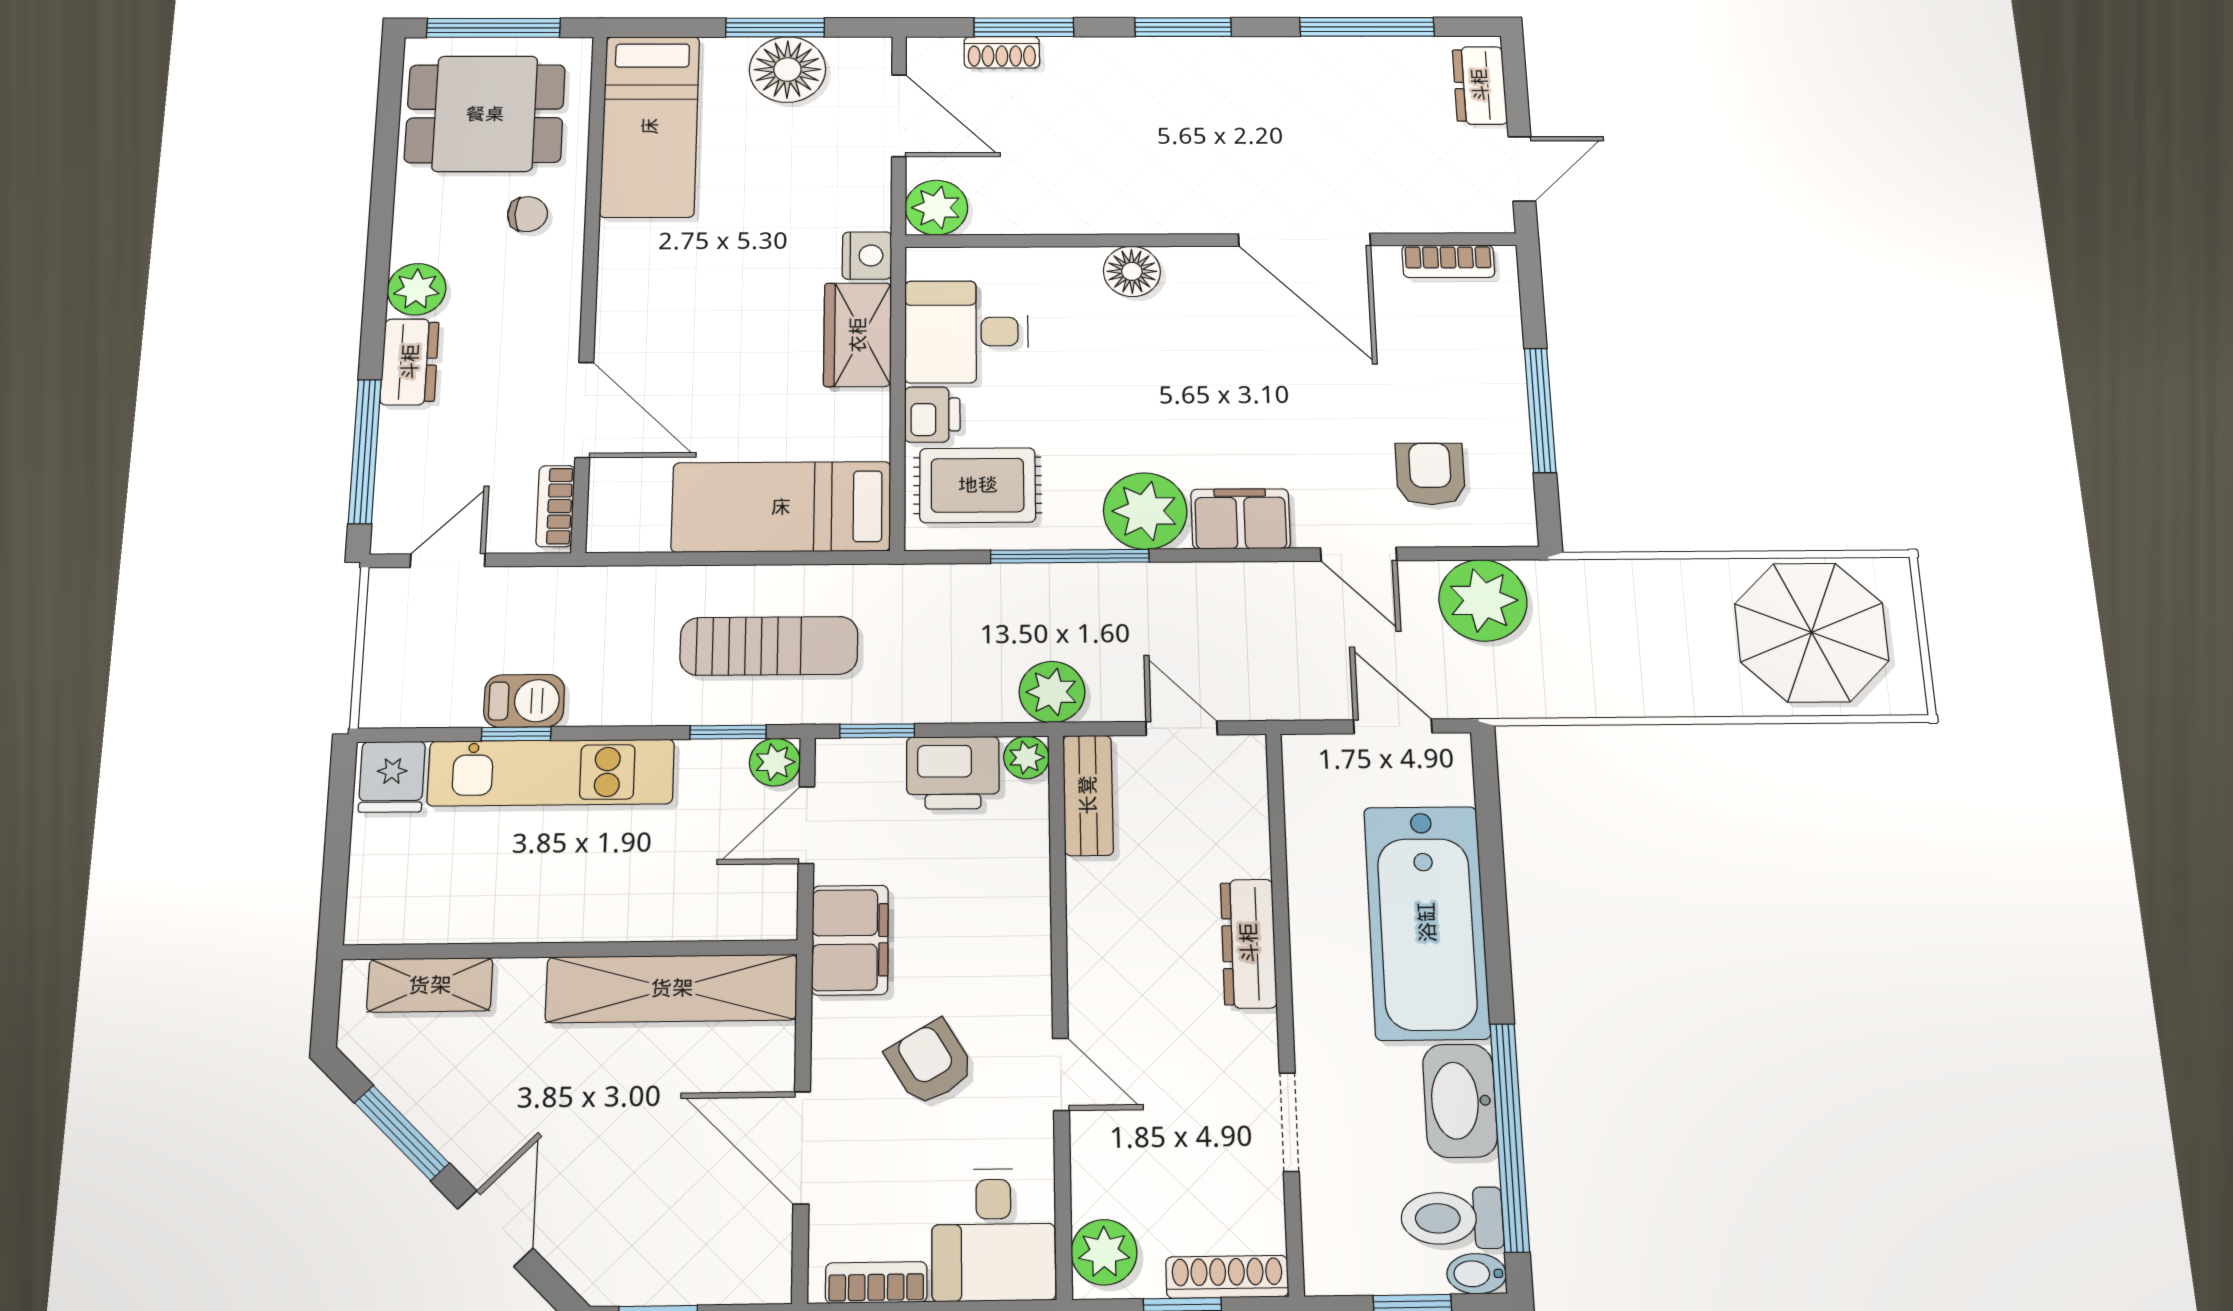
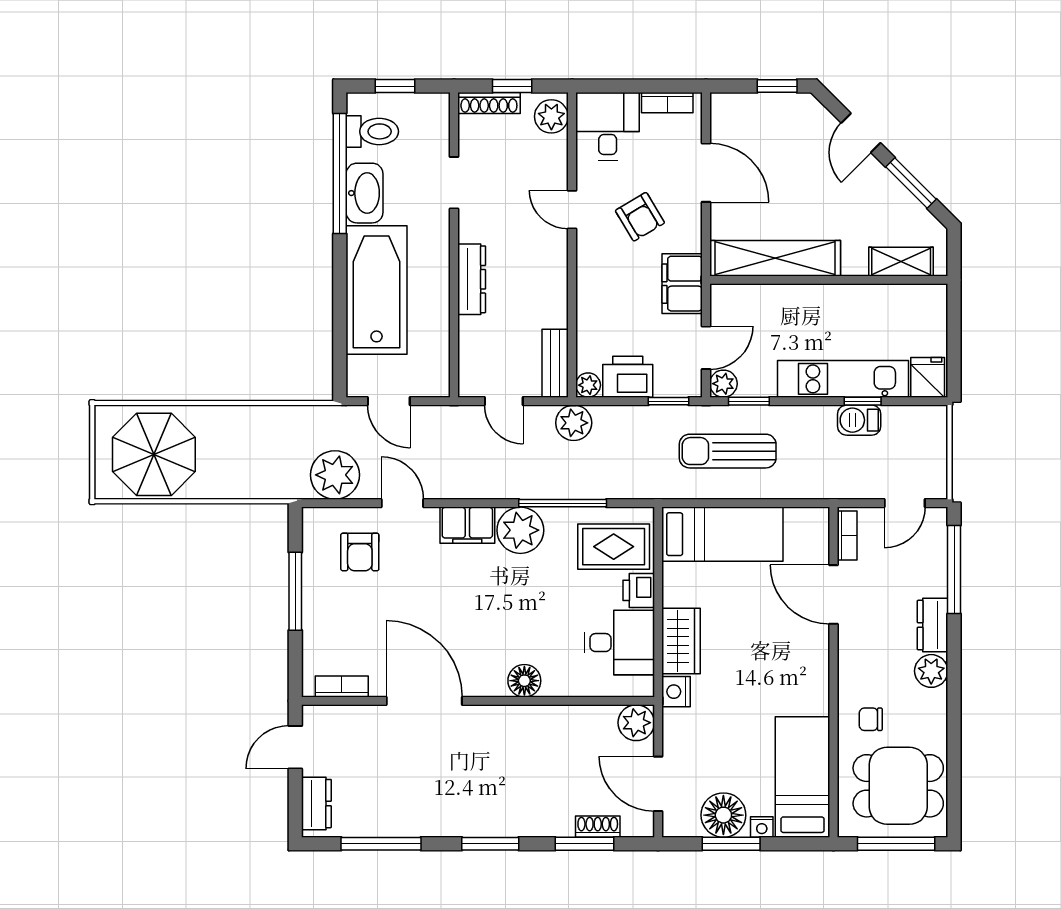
nightstand: (722, 52) -> (762, 827), added
bidet: (1477, 1274) -> (361, 103), removed

